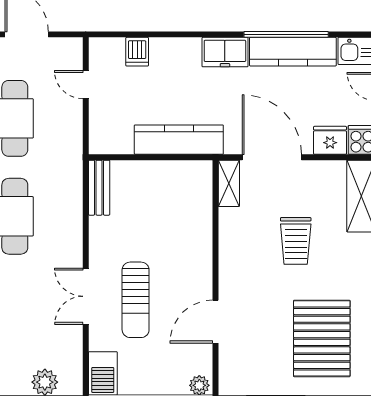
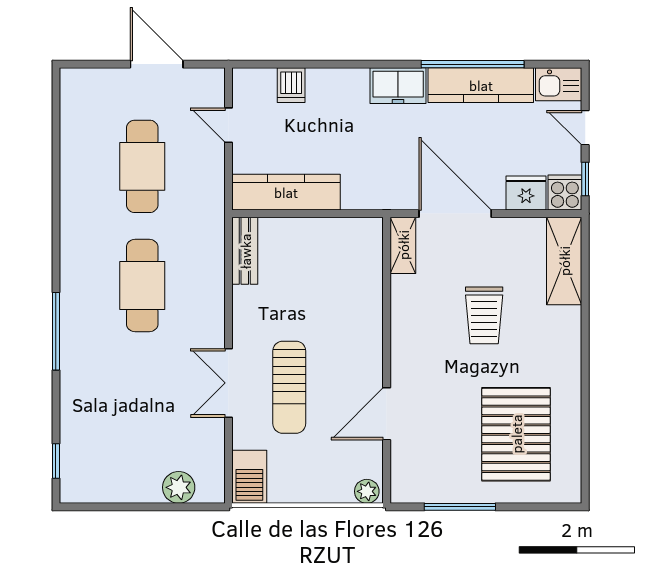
kitchen counter: (179, 140) -> (286, 192), moved

